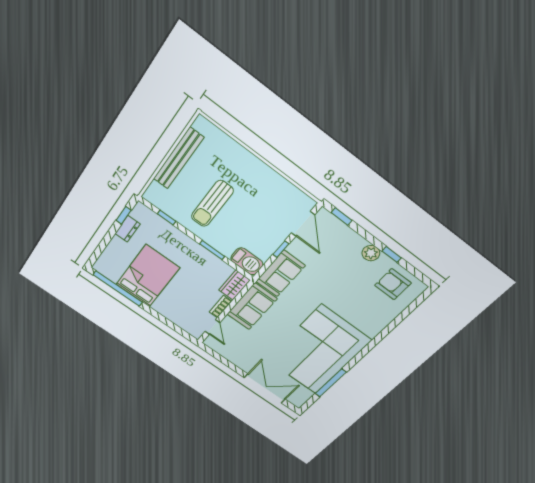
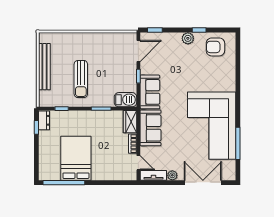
door: (303, 224) -> (138, 51), hinge flipped
dresser: (127, 229) -> (44, 120), moved
tv unit: (219, 348) -> (153, 175), added
plant: (239, 362) -> (172, 175), added

